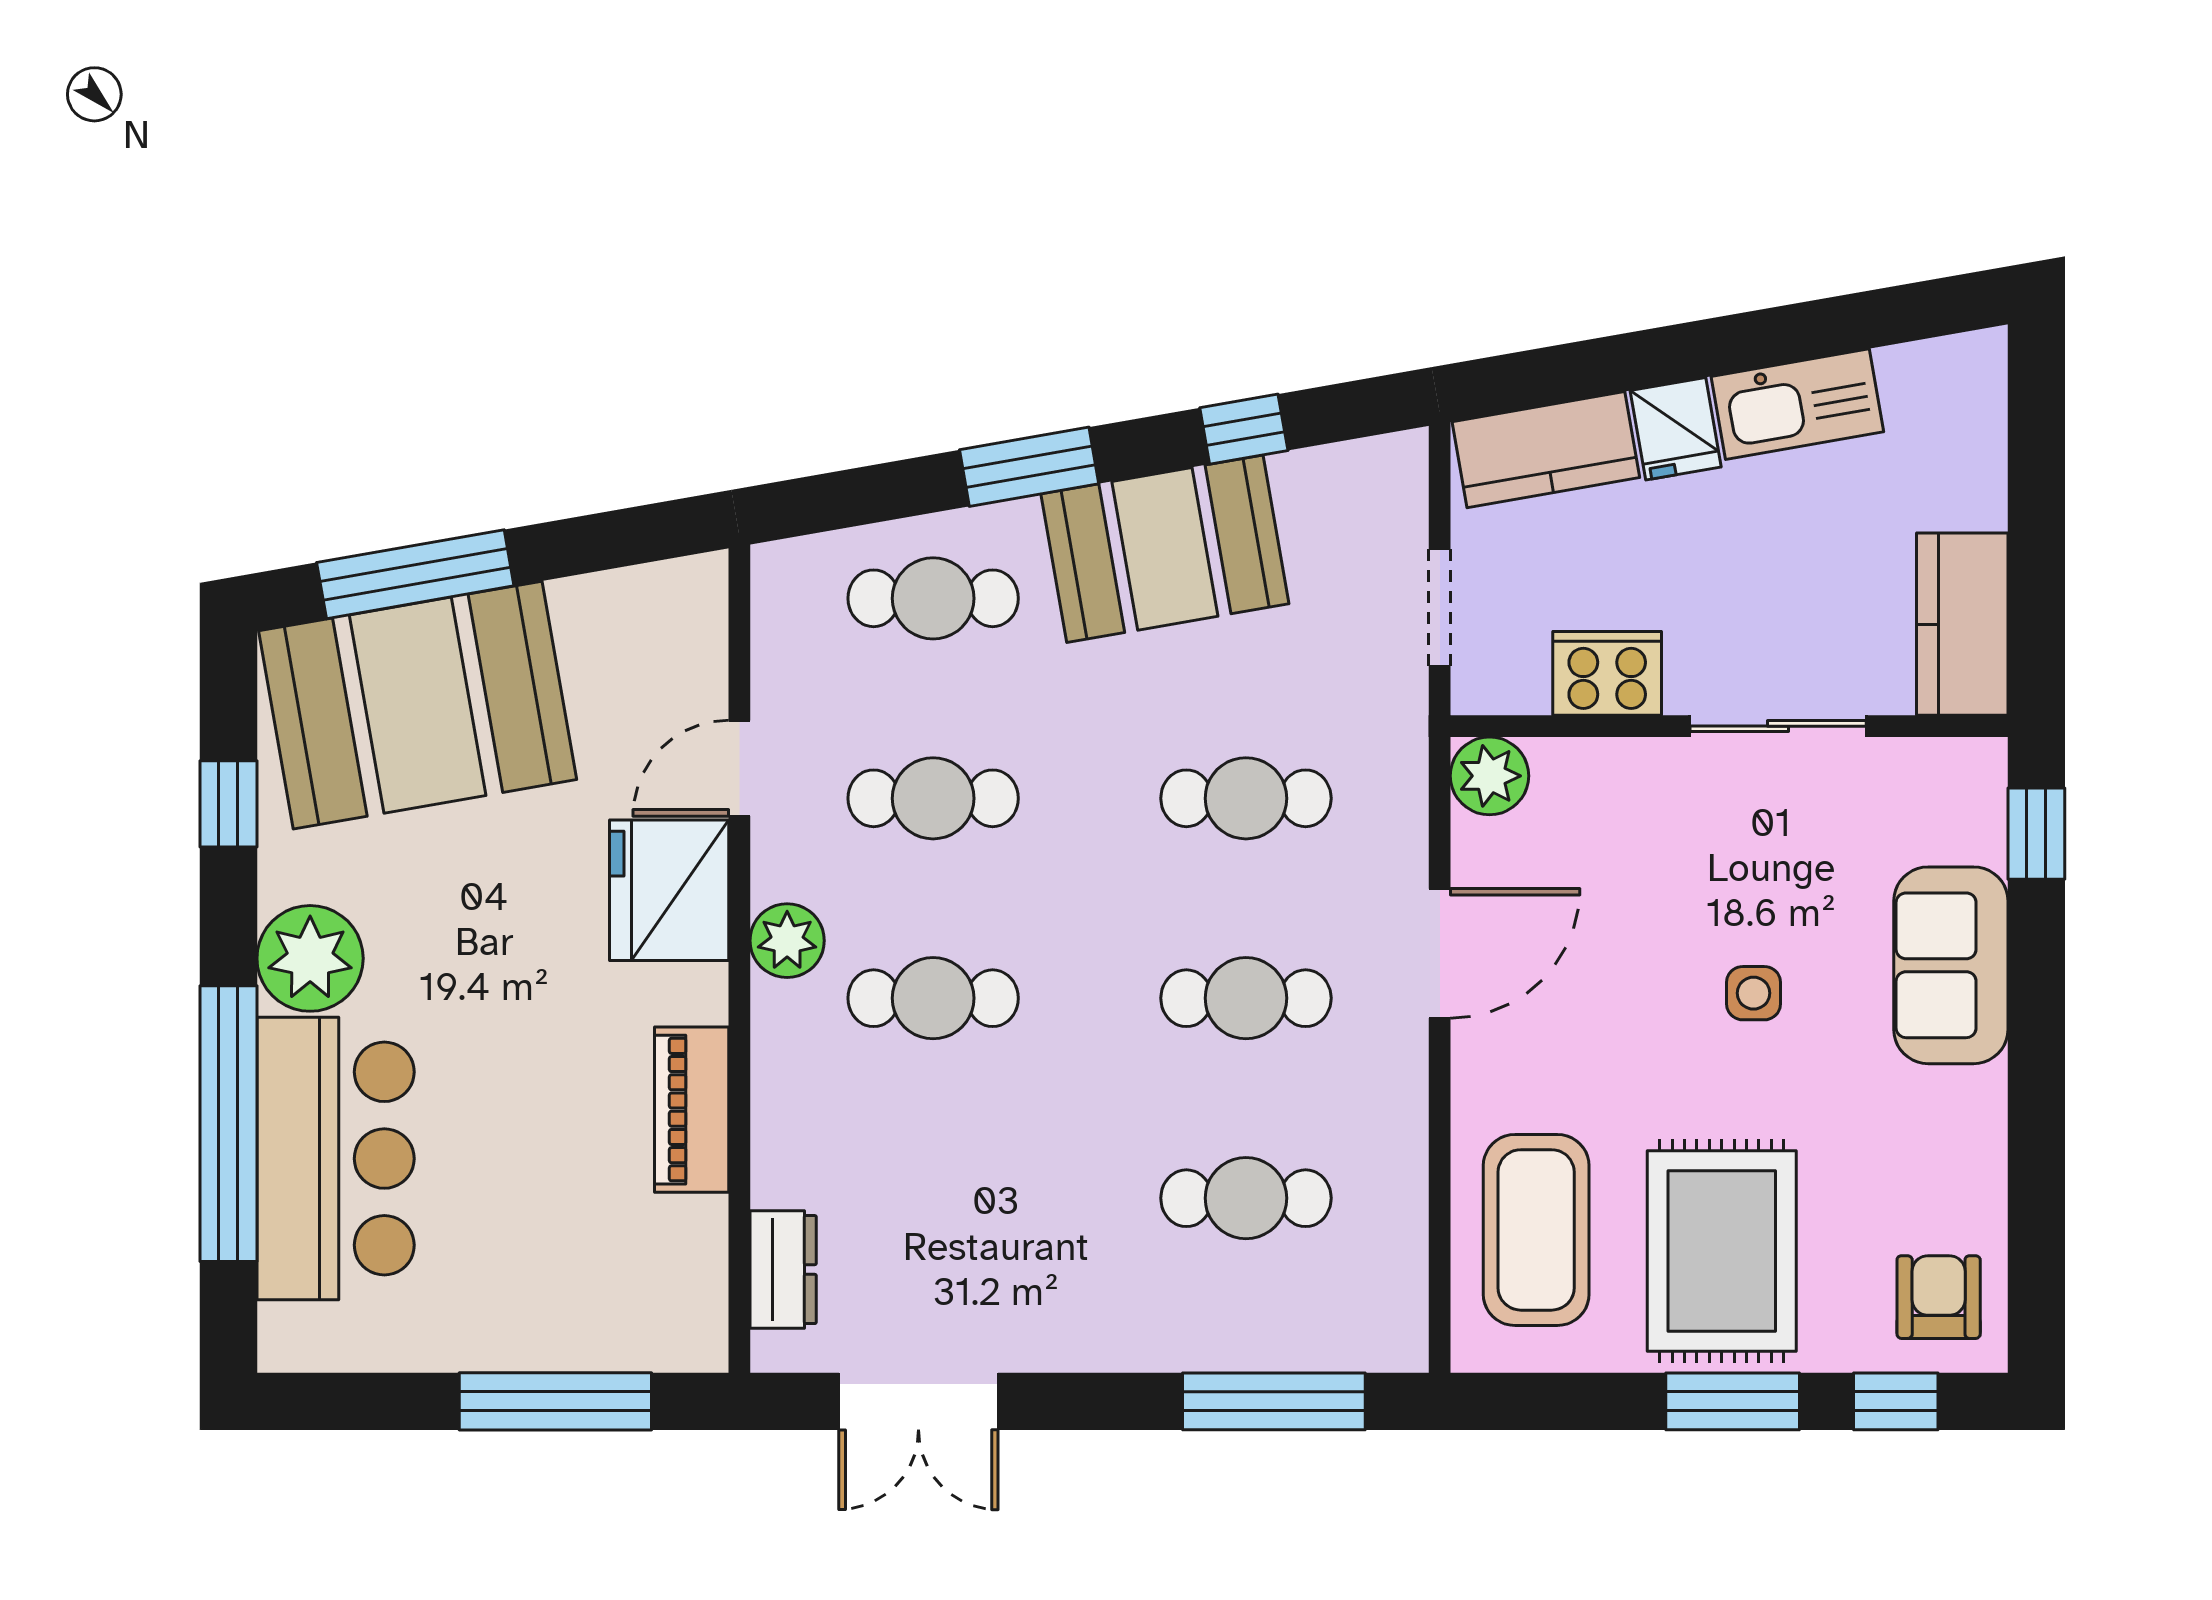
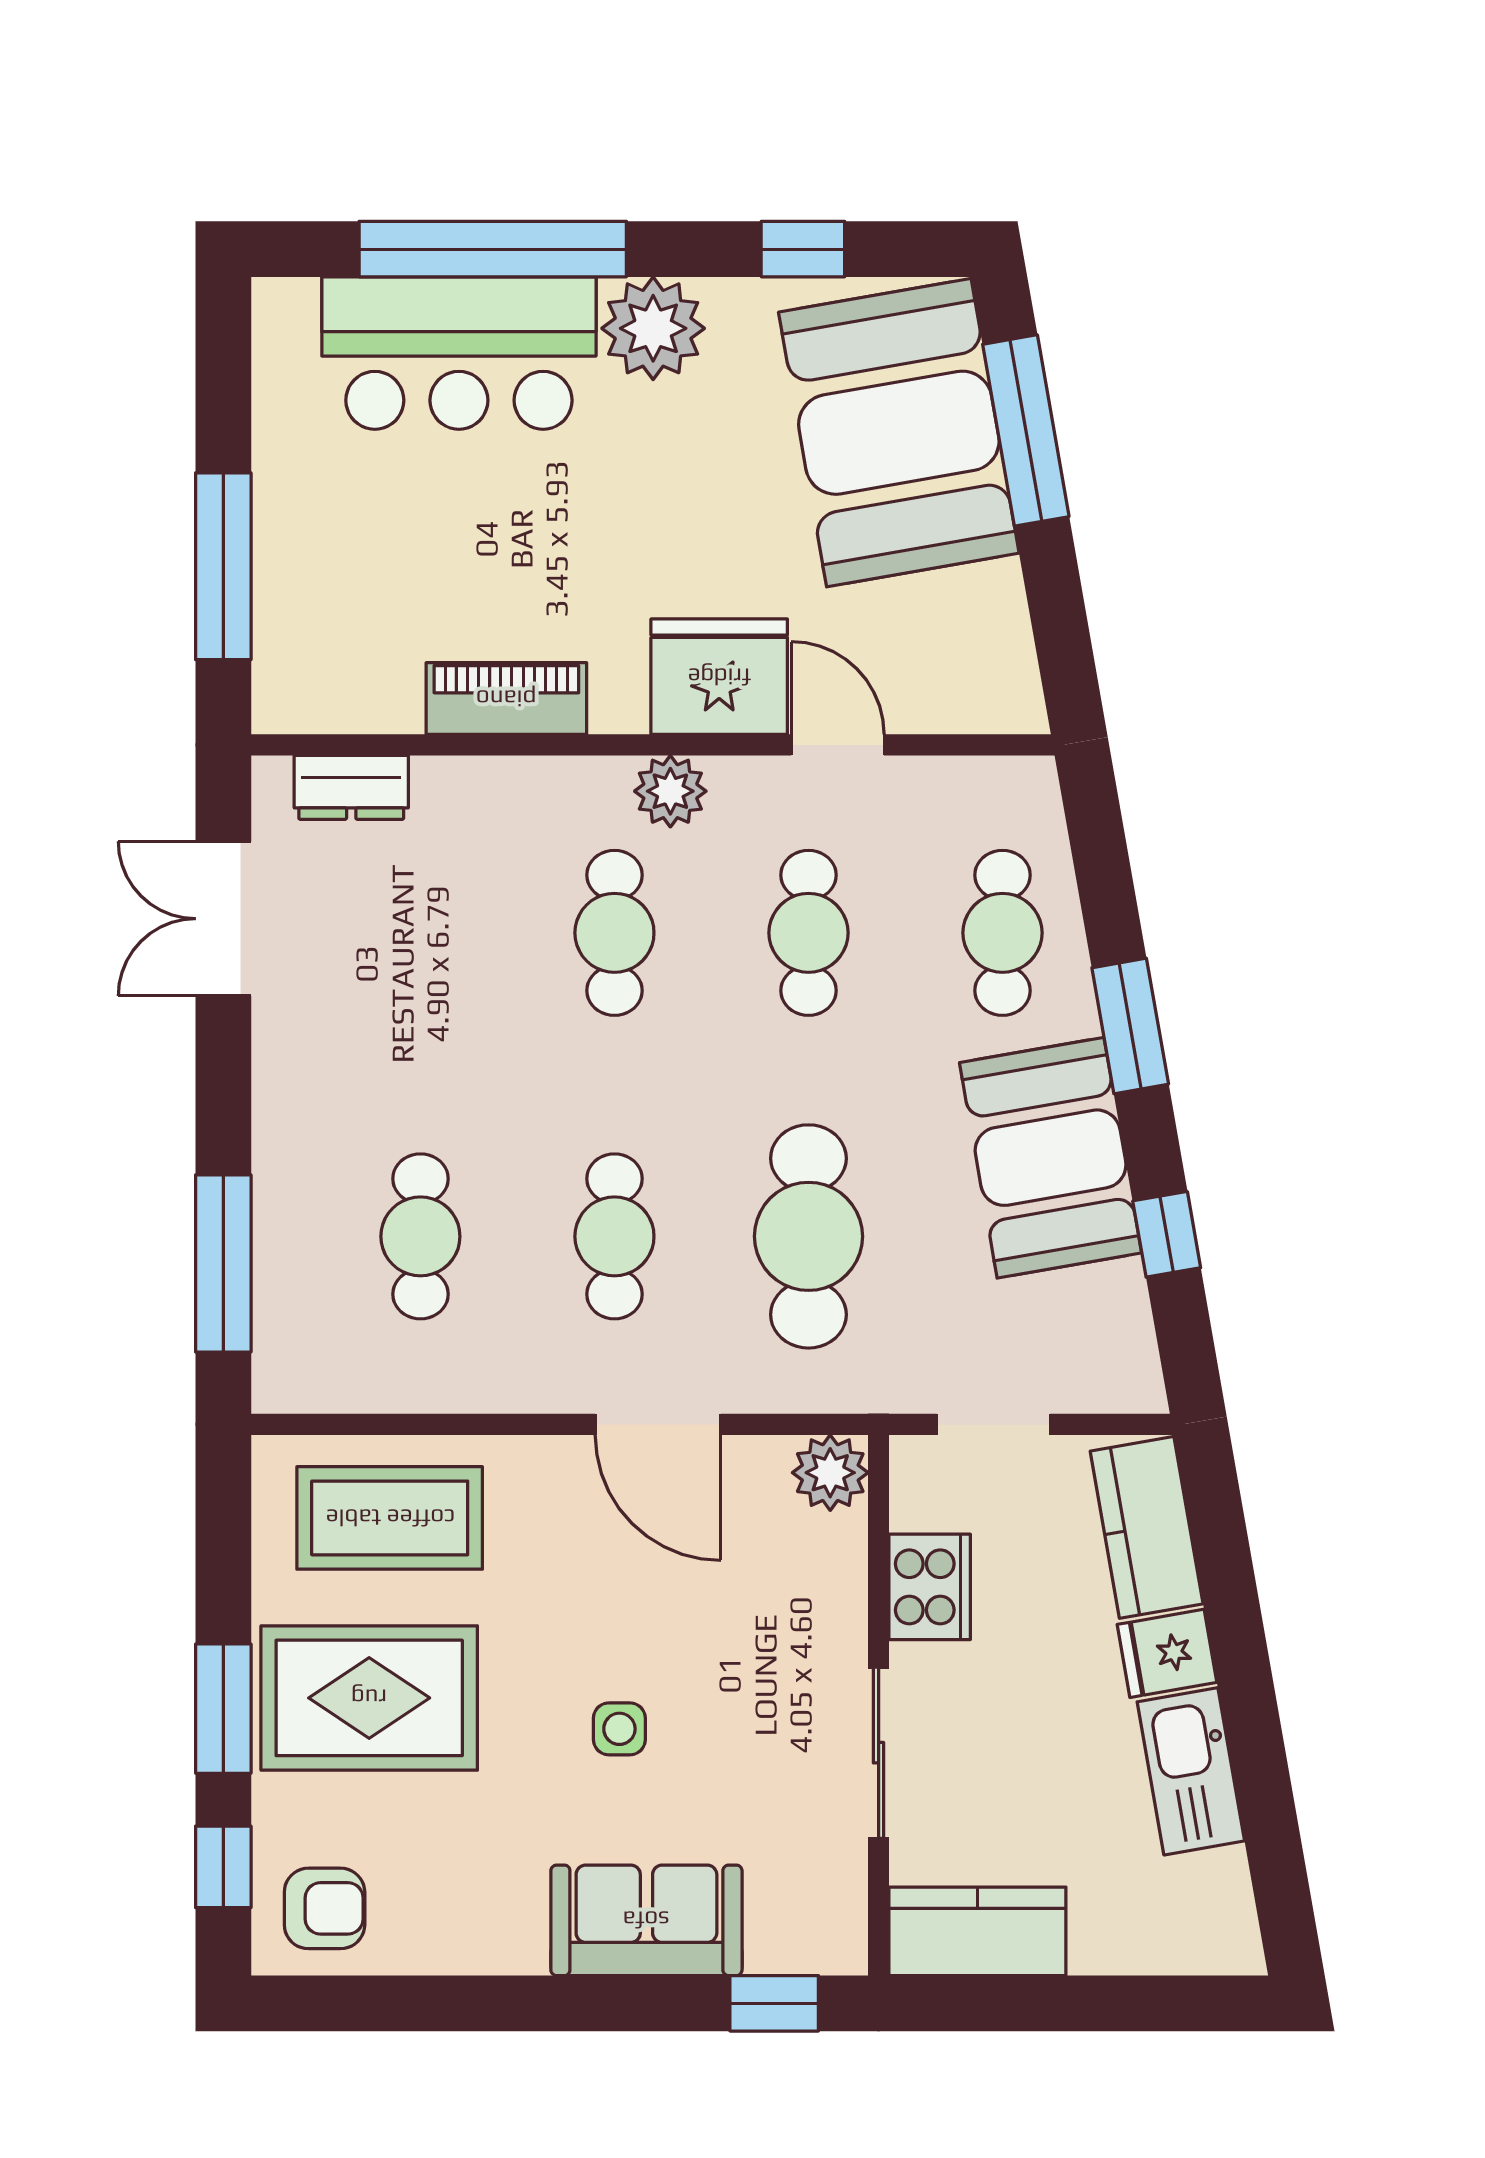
cafe table: (1246, 798) -> (808, 1236), width x1.37, depth x1.35

